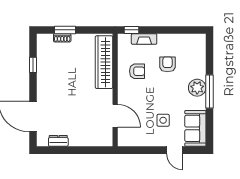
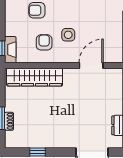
fireplace: (144, 39) -> (10, 50), moved
side table: (163, 120) -> (68, 35), moved

